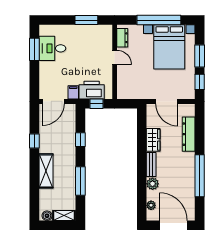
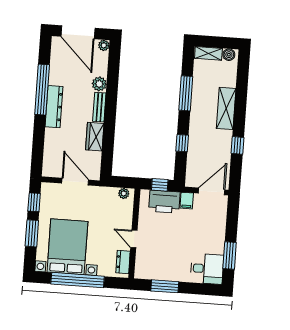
desk: (52, 48) -> (207, 269), moved
plant: (126, 95) -> (124, 193), added
dresser: (189, 134) -> (54, 107), moved
plant: (151, 205) -> (104, 45), moved

